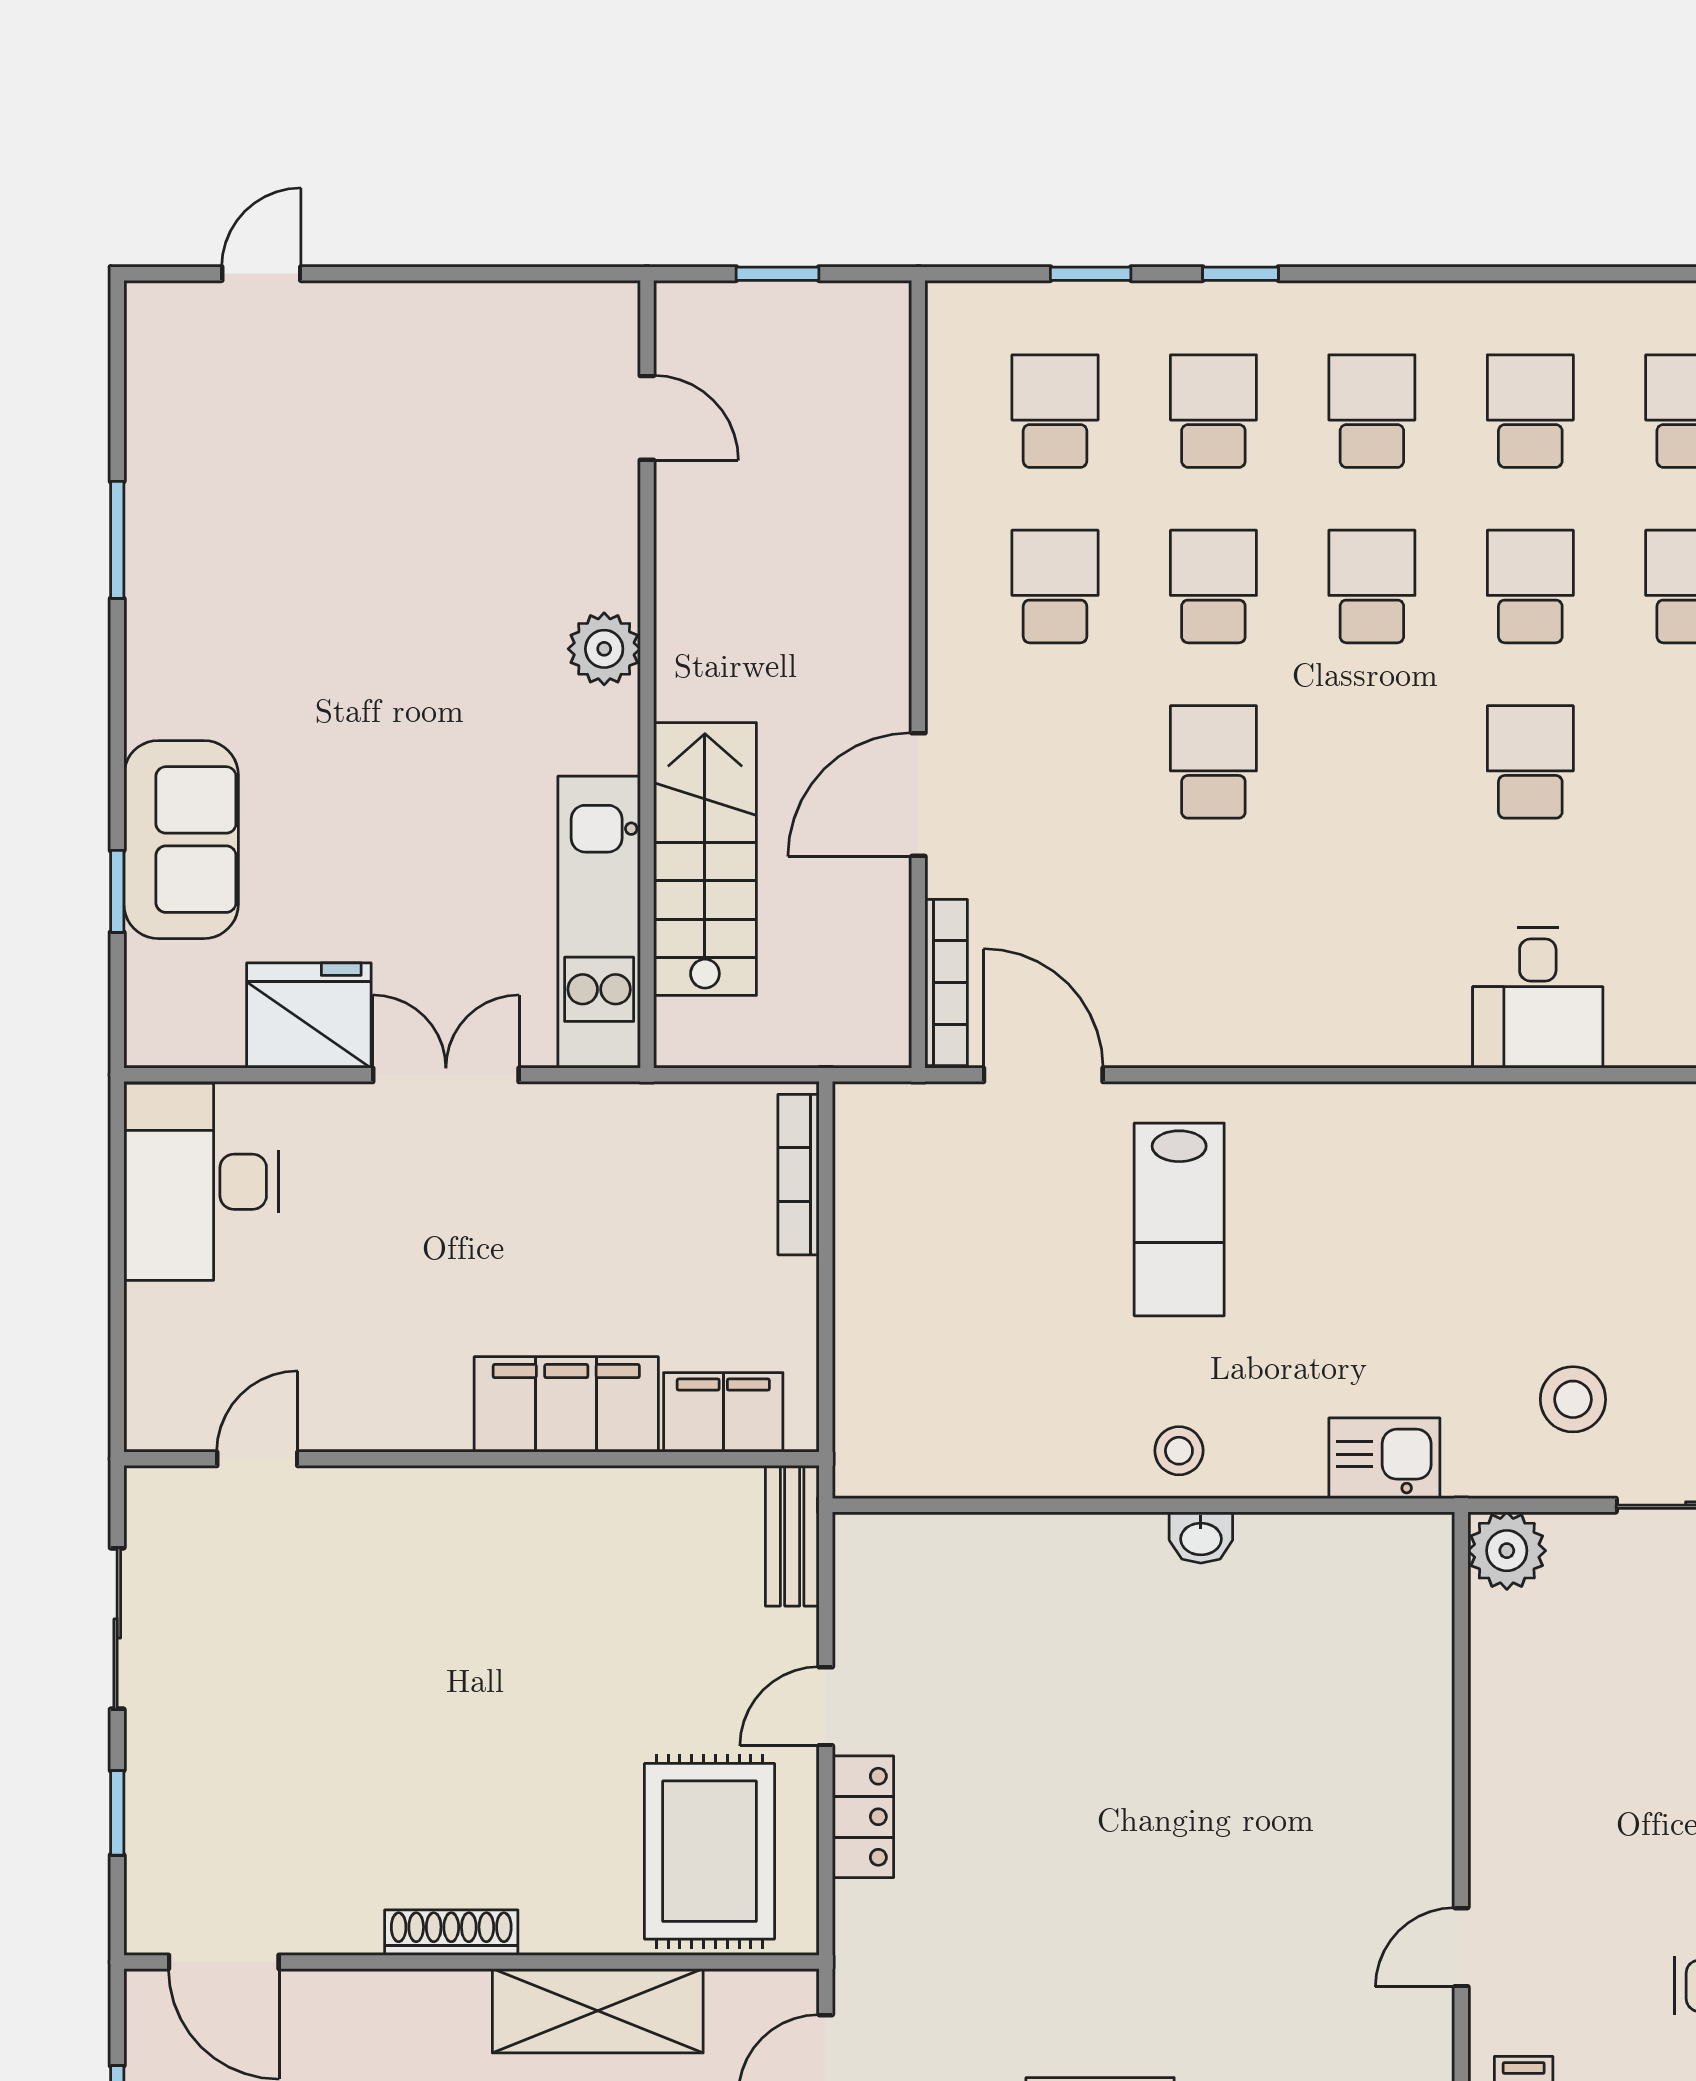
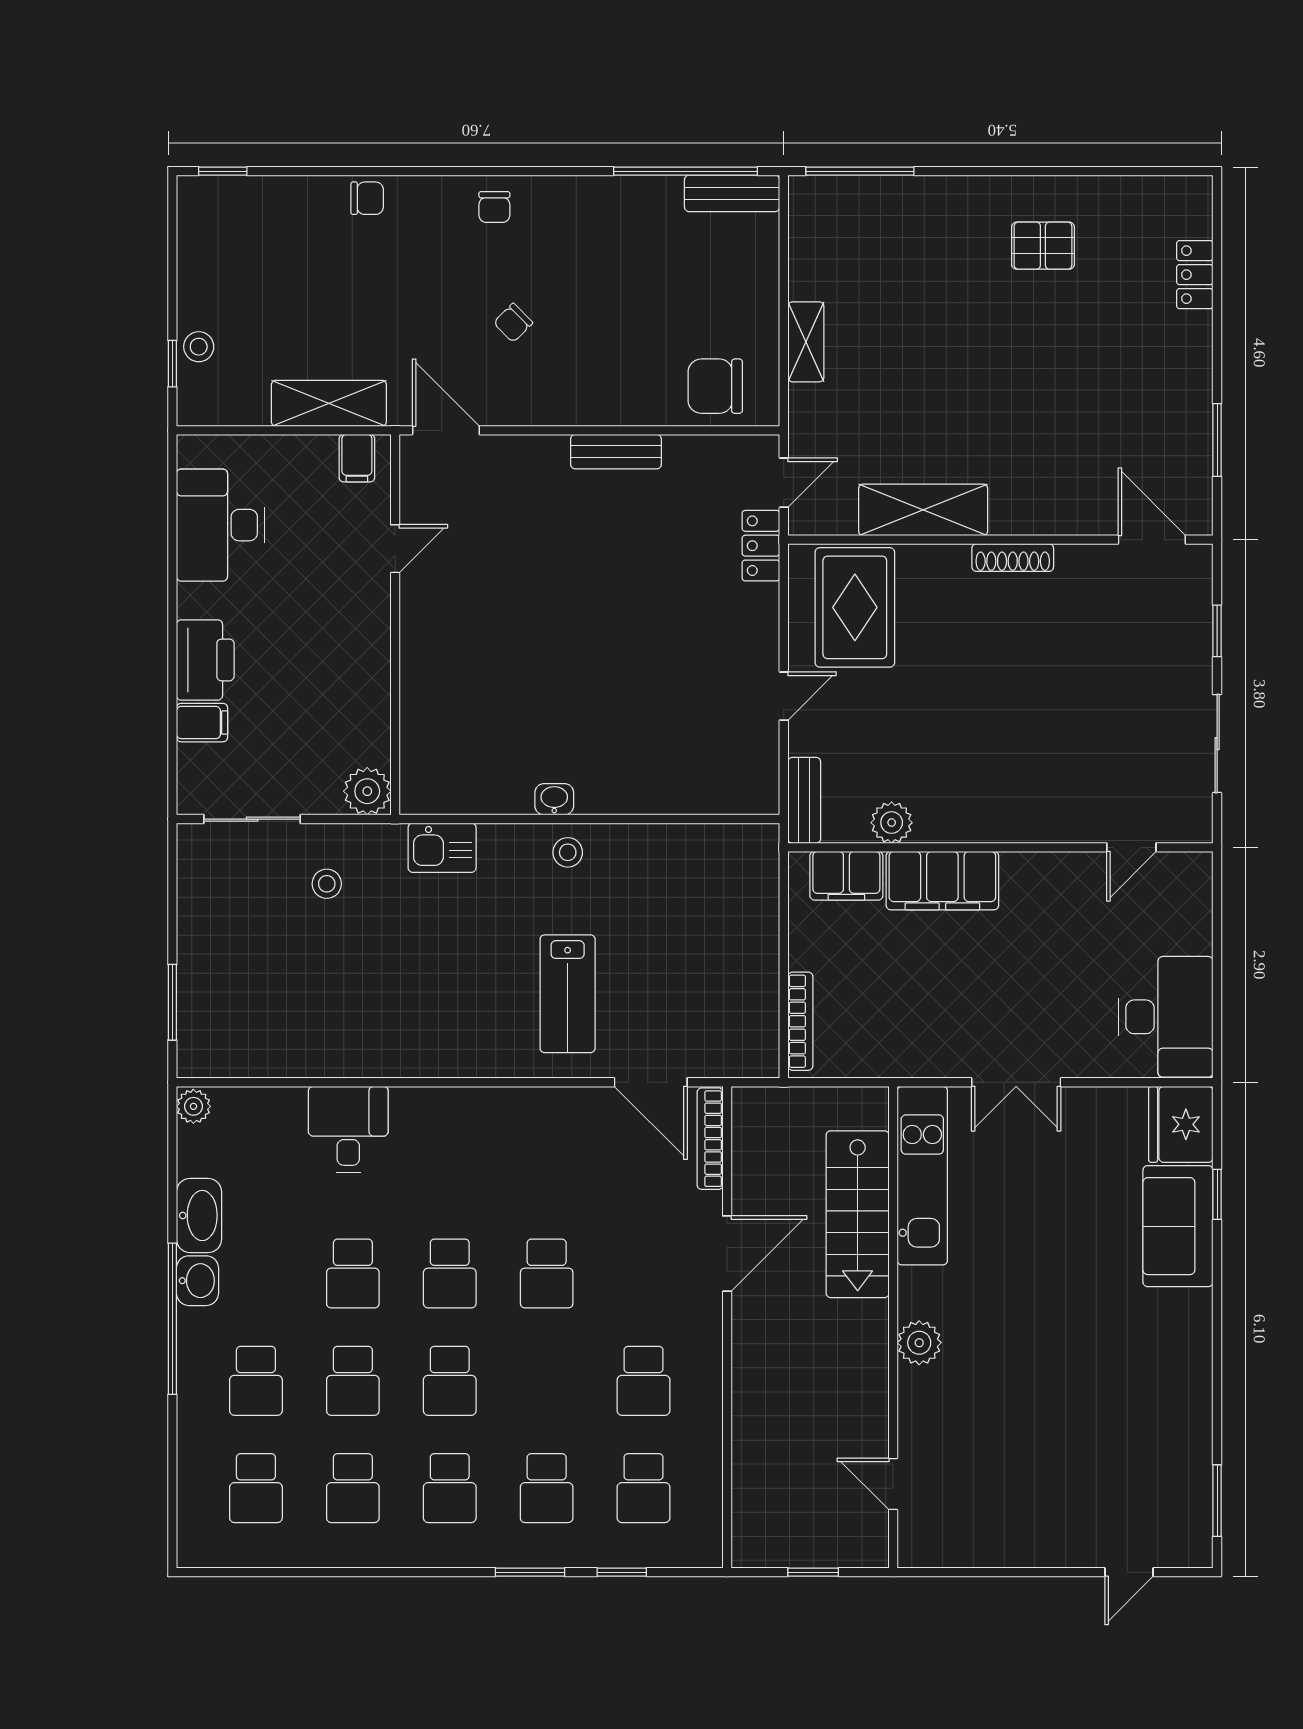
window: (1241, 274) -> (530, 1572), width x1.50
window: (117, 540) -> (1217, 1501), moved
school desk: (1213, 586) -> (450, 1274), moved
fridge: (309, 1015) -> (1181, 1124), moved, turned 90
lab bench: (1179, 1219) -> (568, 994), turned 180
stool: (1573, 1399) -> (327, 884), width x0.73, depth x0.73
plant: (649, 1499) -> (892, 823), added
locker: (863, 1817) -> (761, 546), moved

